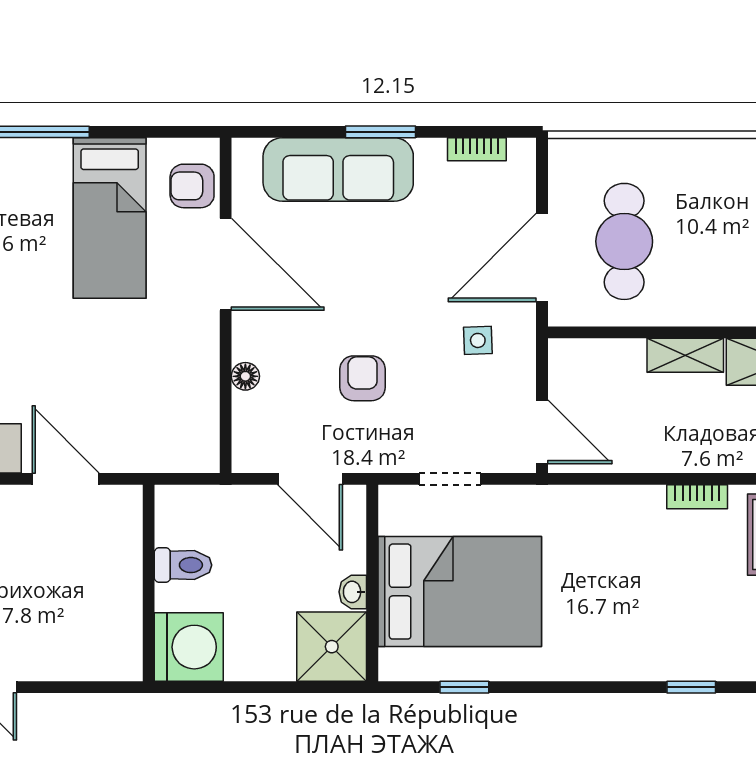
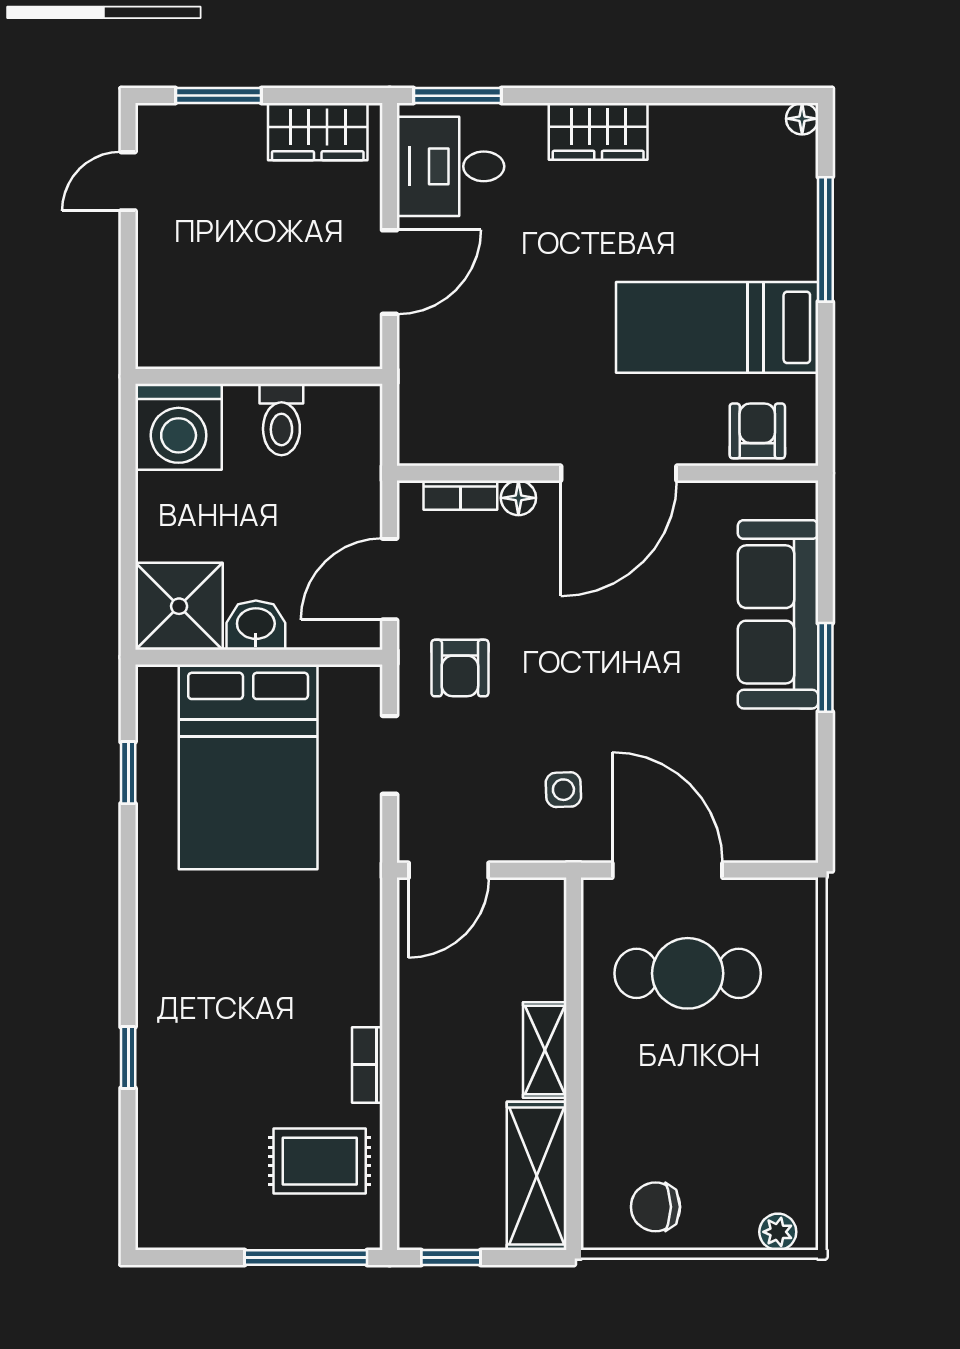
bookcase: (477, 149) -> (460, 495), moved, turned -90
door: (226, 264) -> (619, 473), moved
armchair: (363, 378) -> (460, 668), moved, turned 90
washbasin: (353, 592) -> (256, 625), width x1.38, depth x1.45

